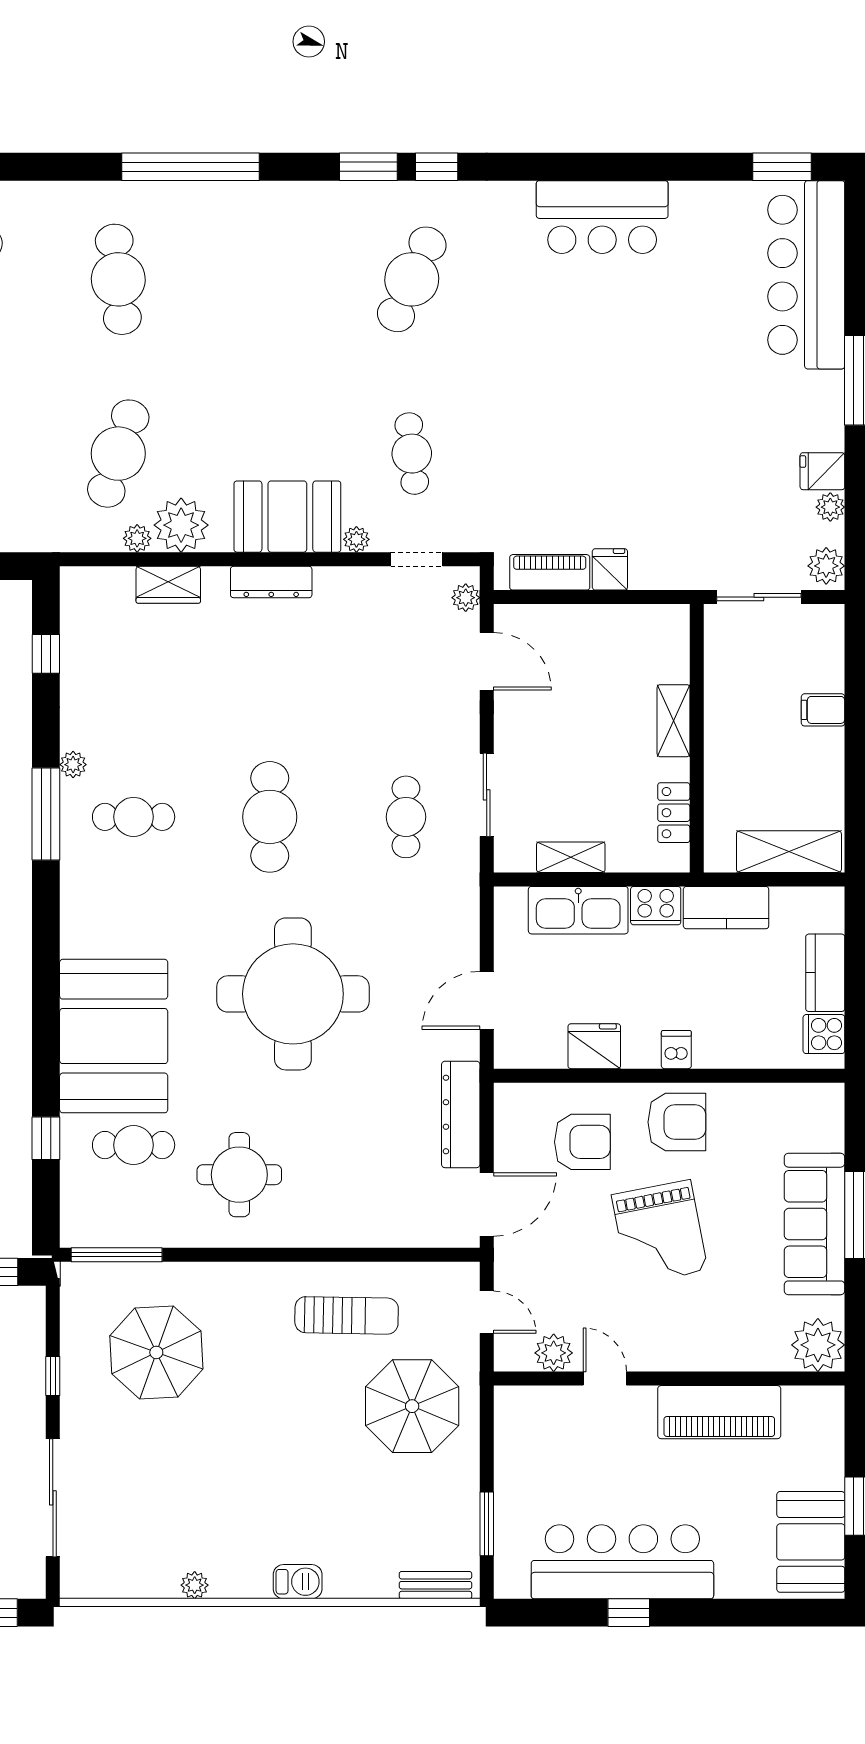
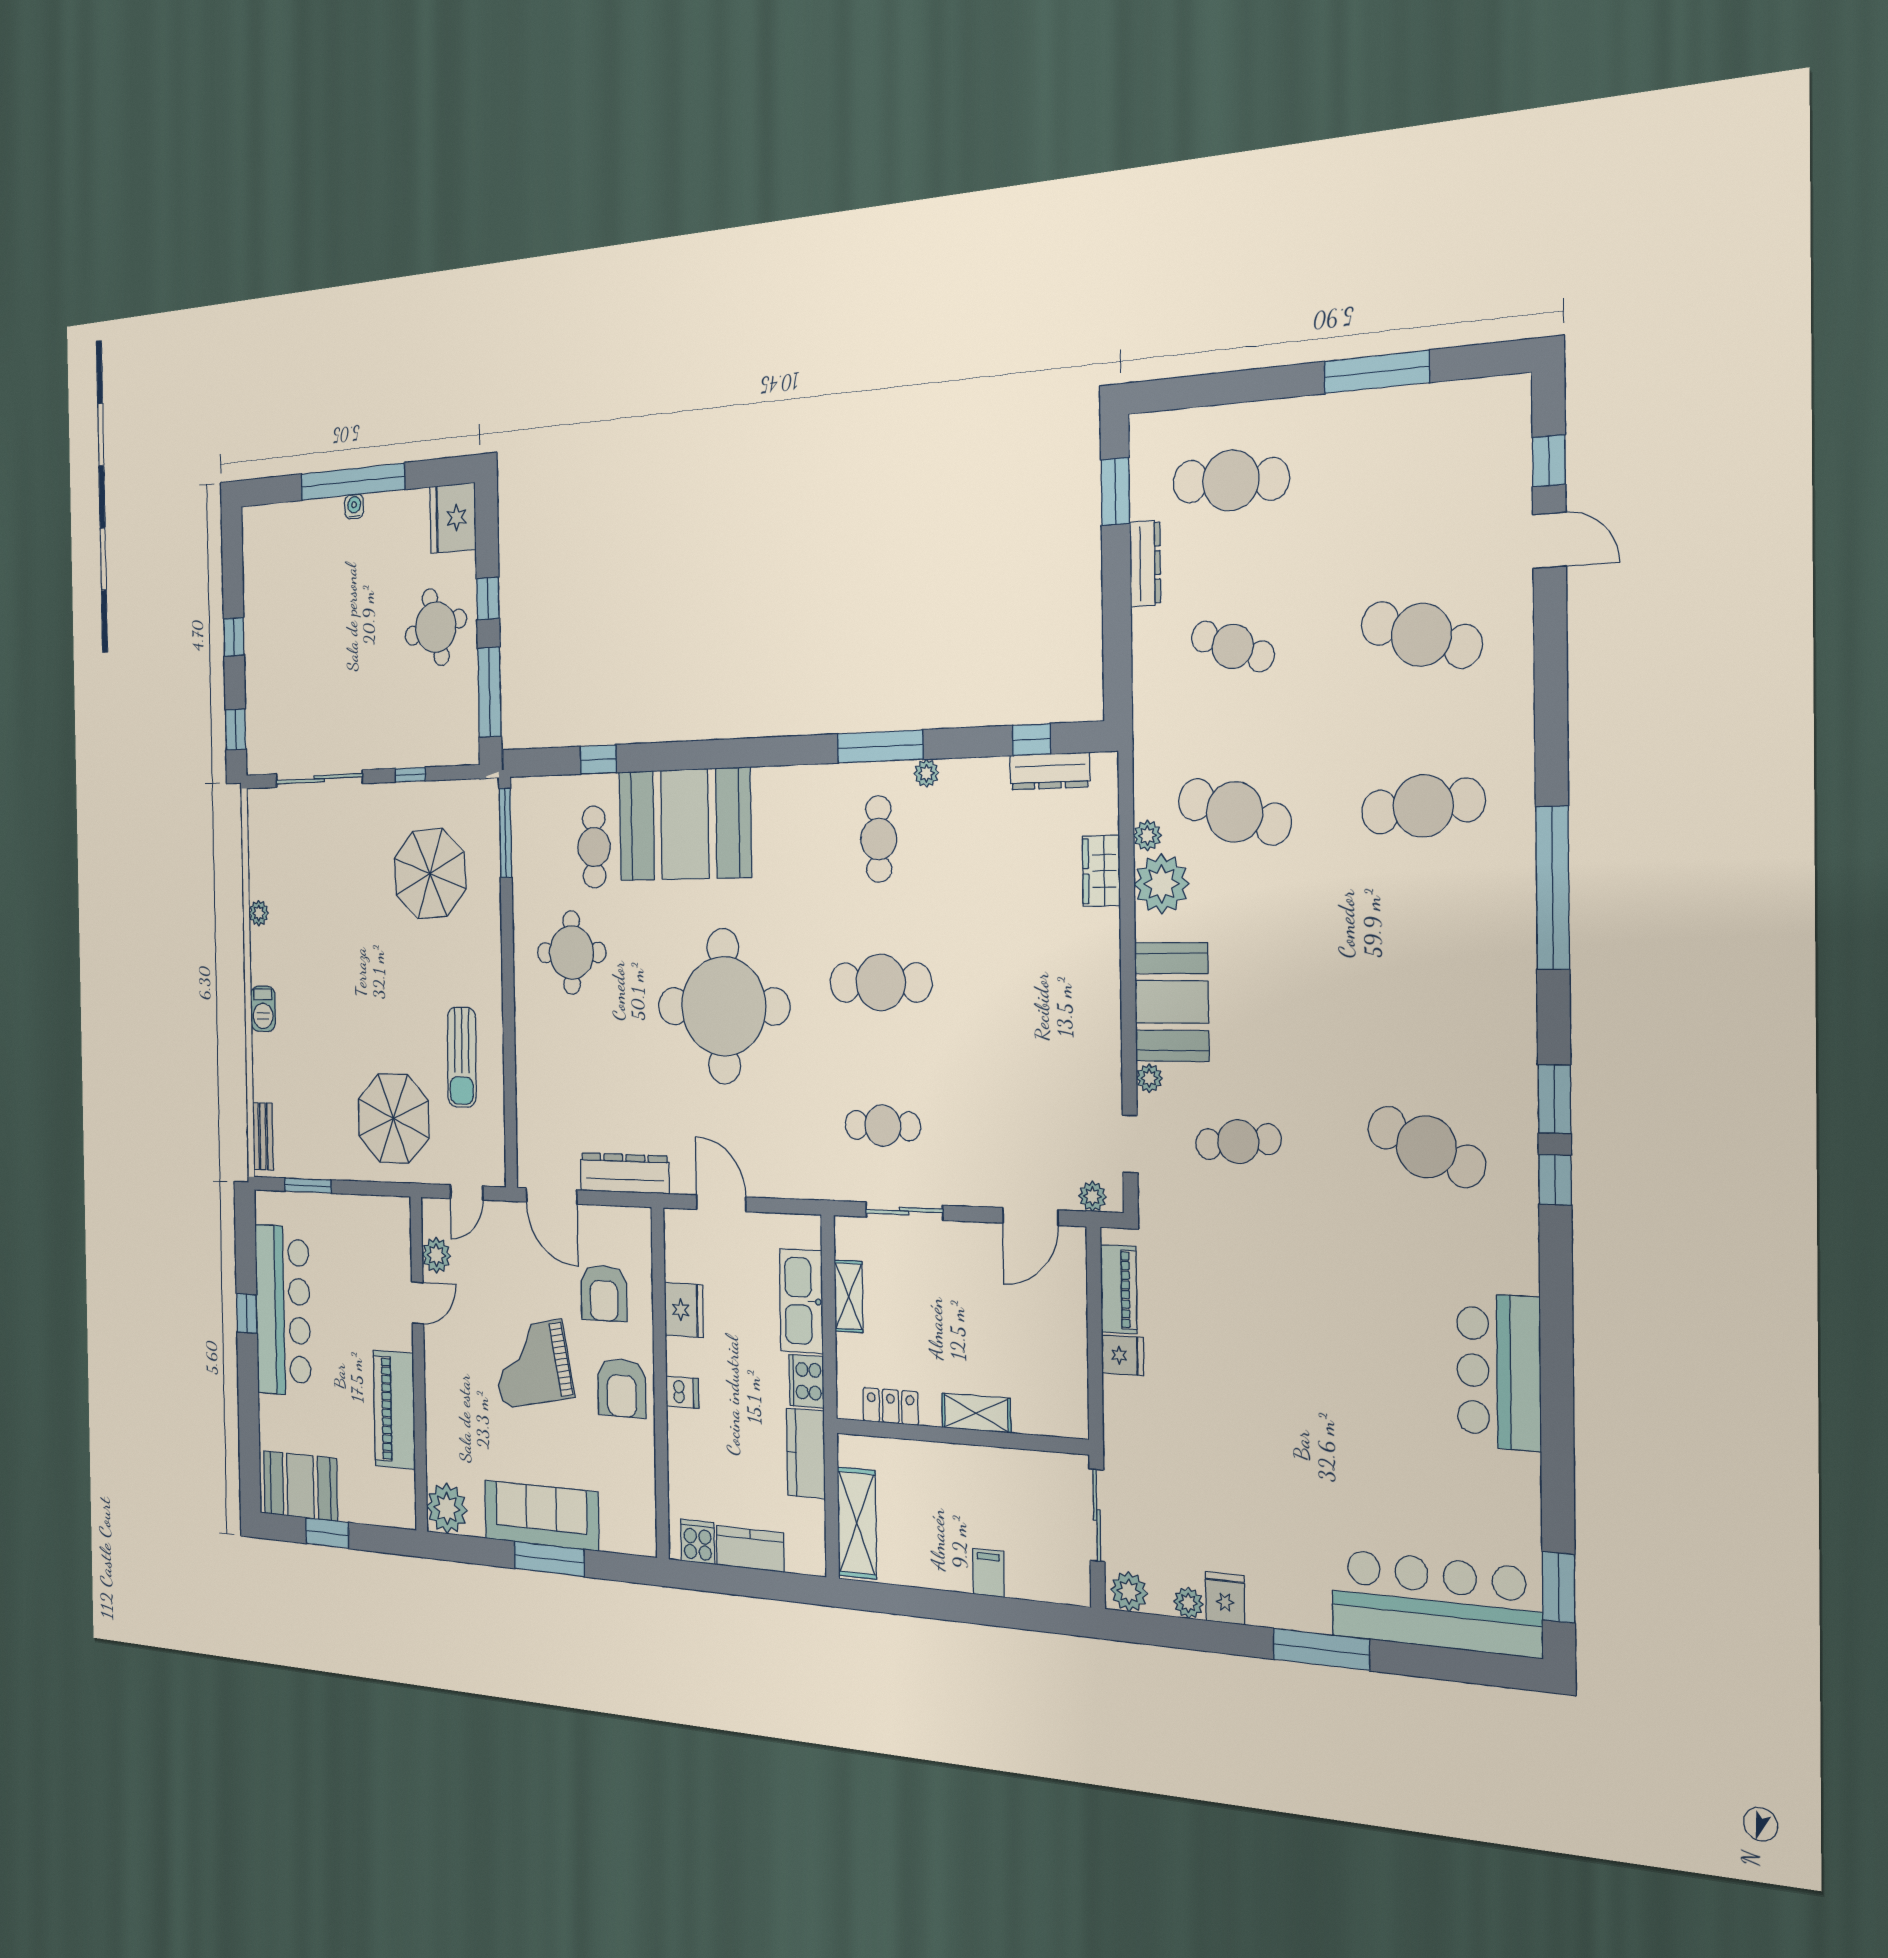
dresser: (271, 582) -> (1050, 771), moved, turned -90

